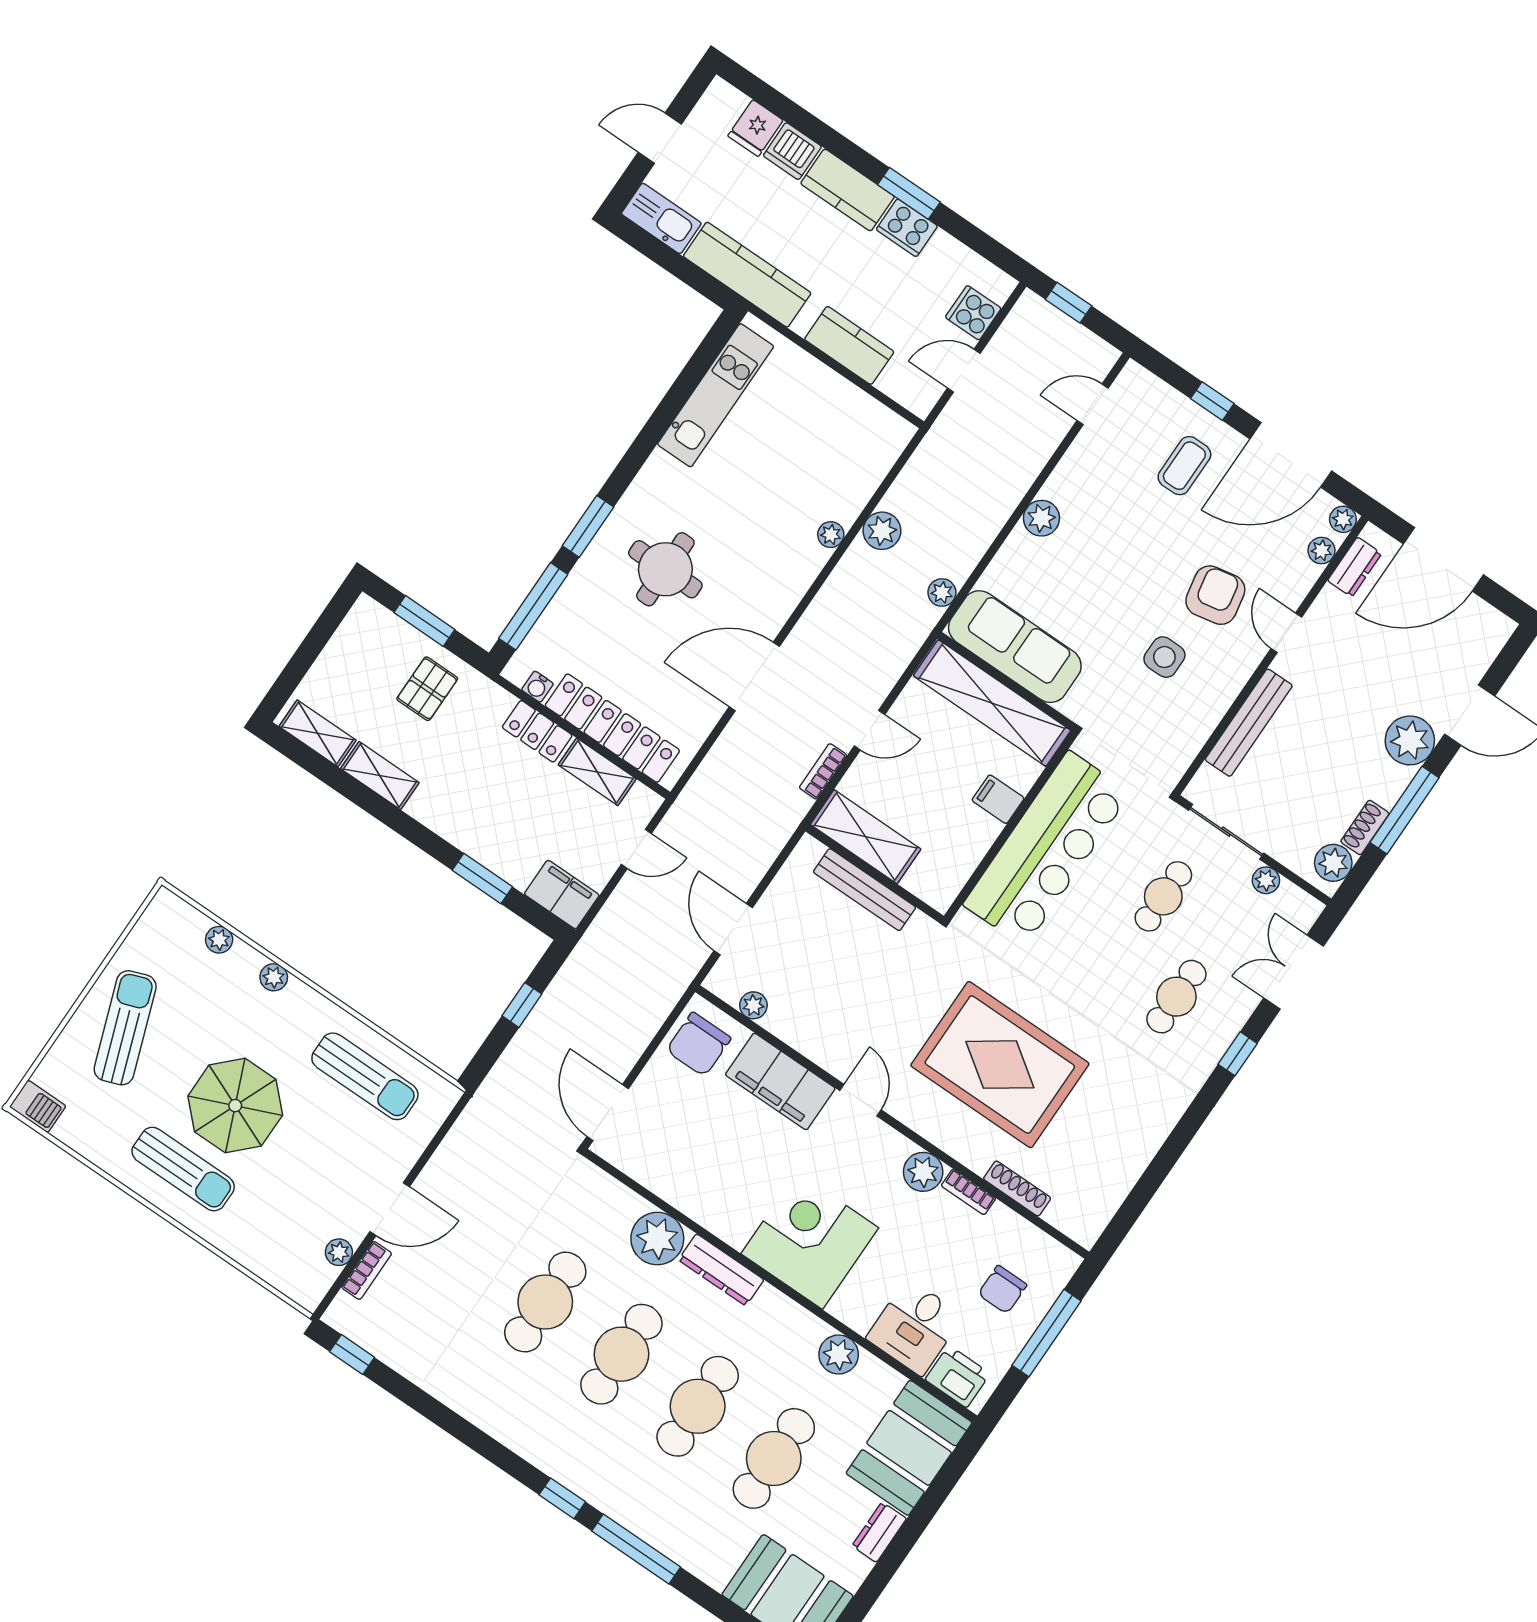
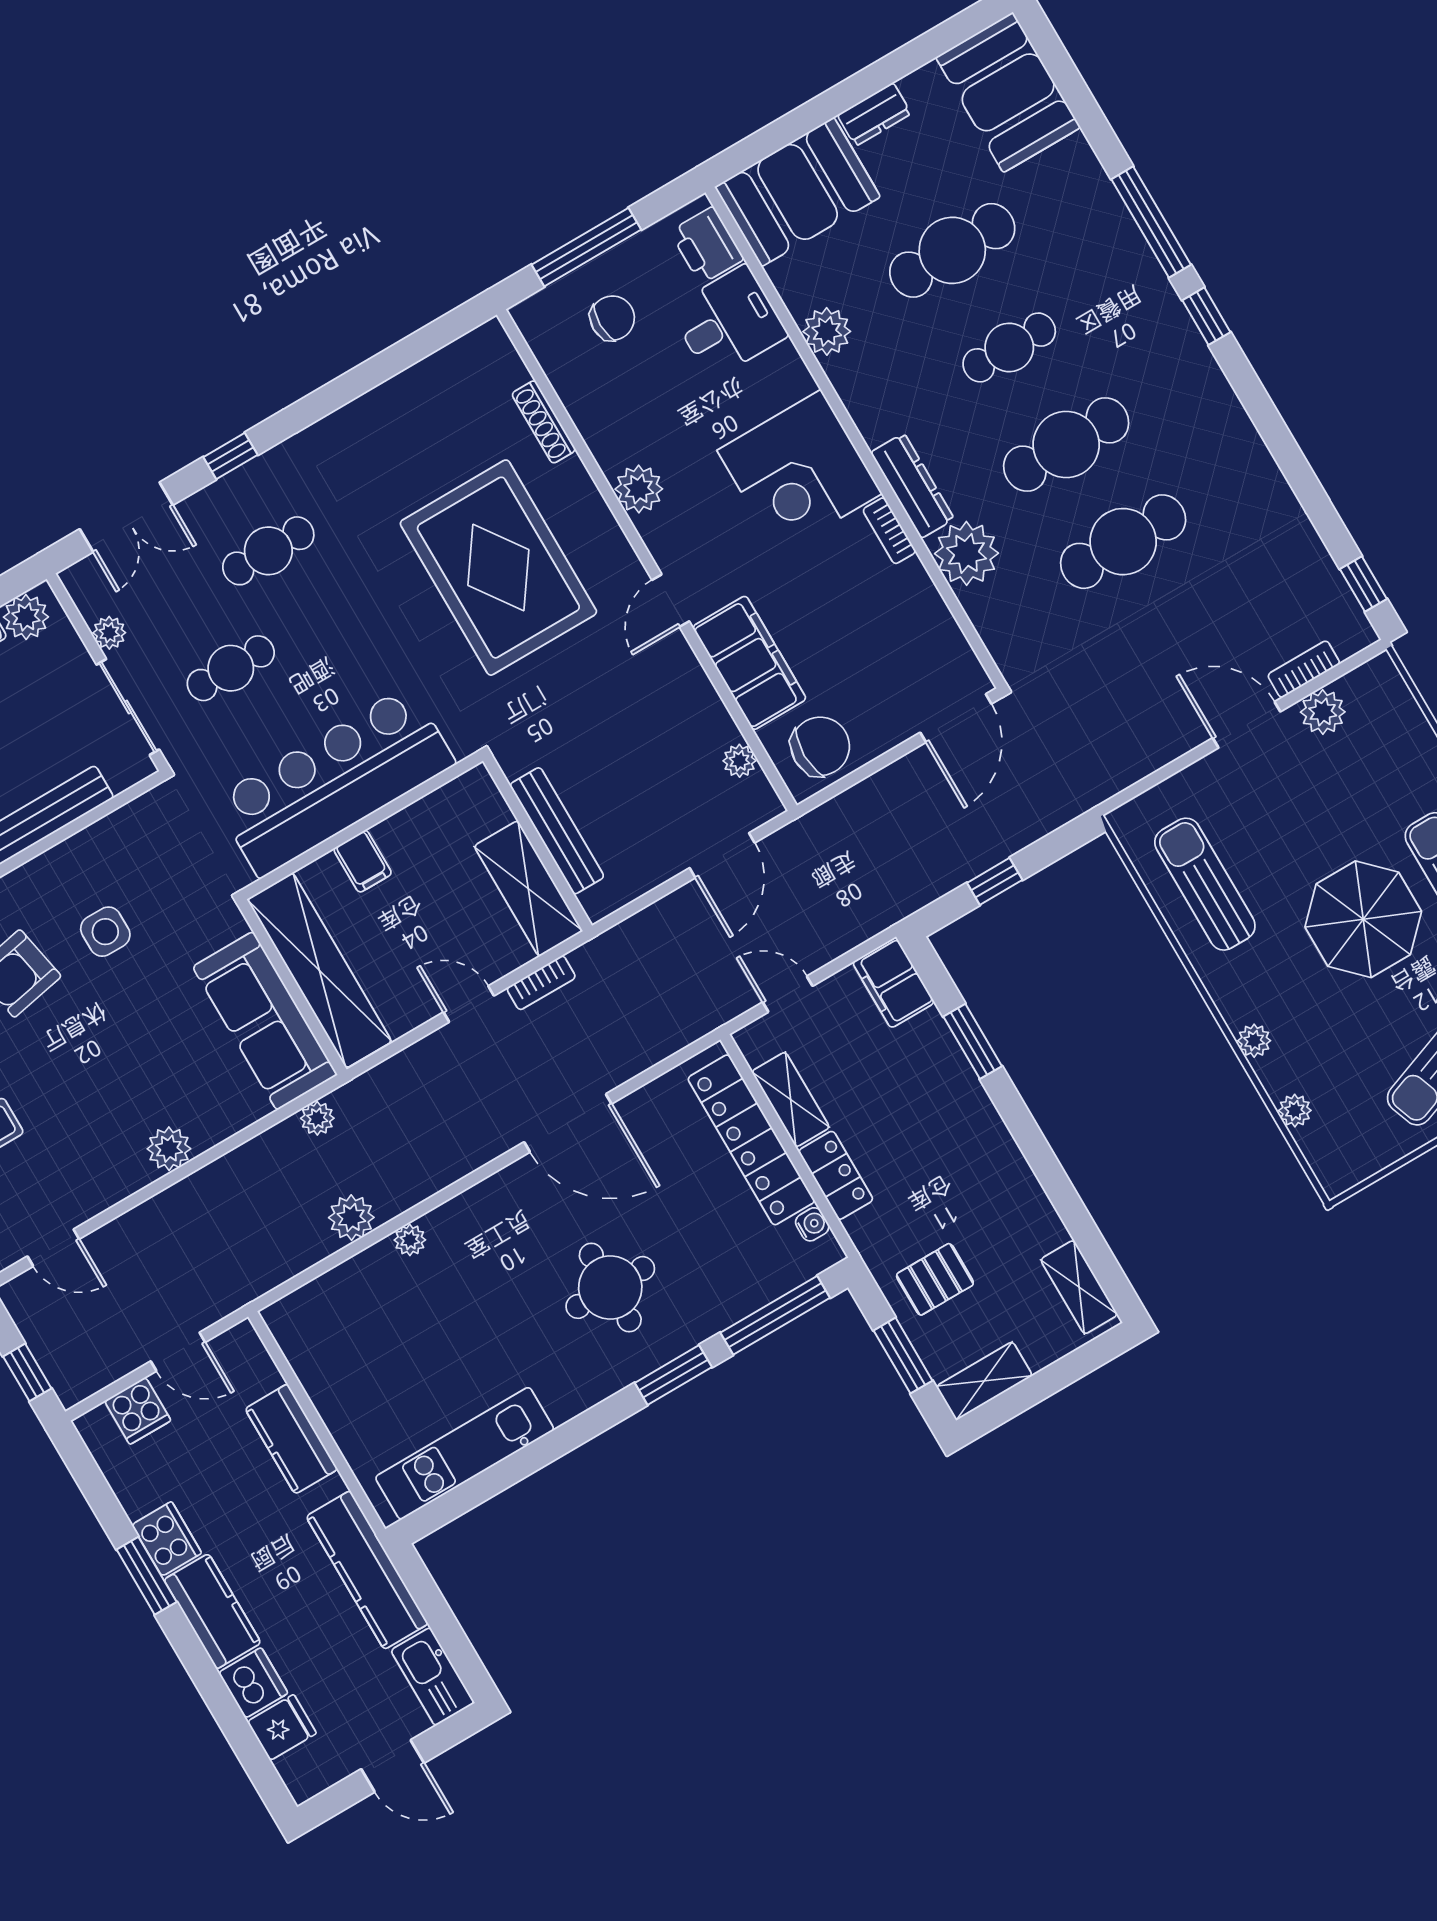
shelving: (380, 776) -> (984, 1381), moved, turned 90
bookcase: (968, 1192) -> (889, 531), moved, turned 180
plant: (339, 1252) -> (1323, 712), width x1.38, depth x1.38
cafe table: (698, 1406) -> (1009, 347), width x0.73, depth x0.74

